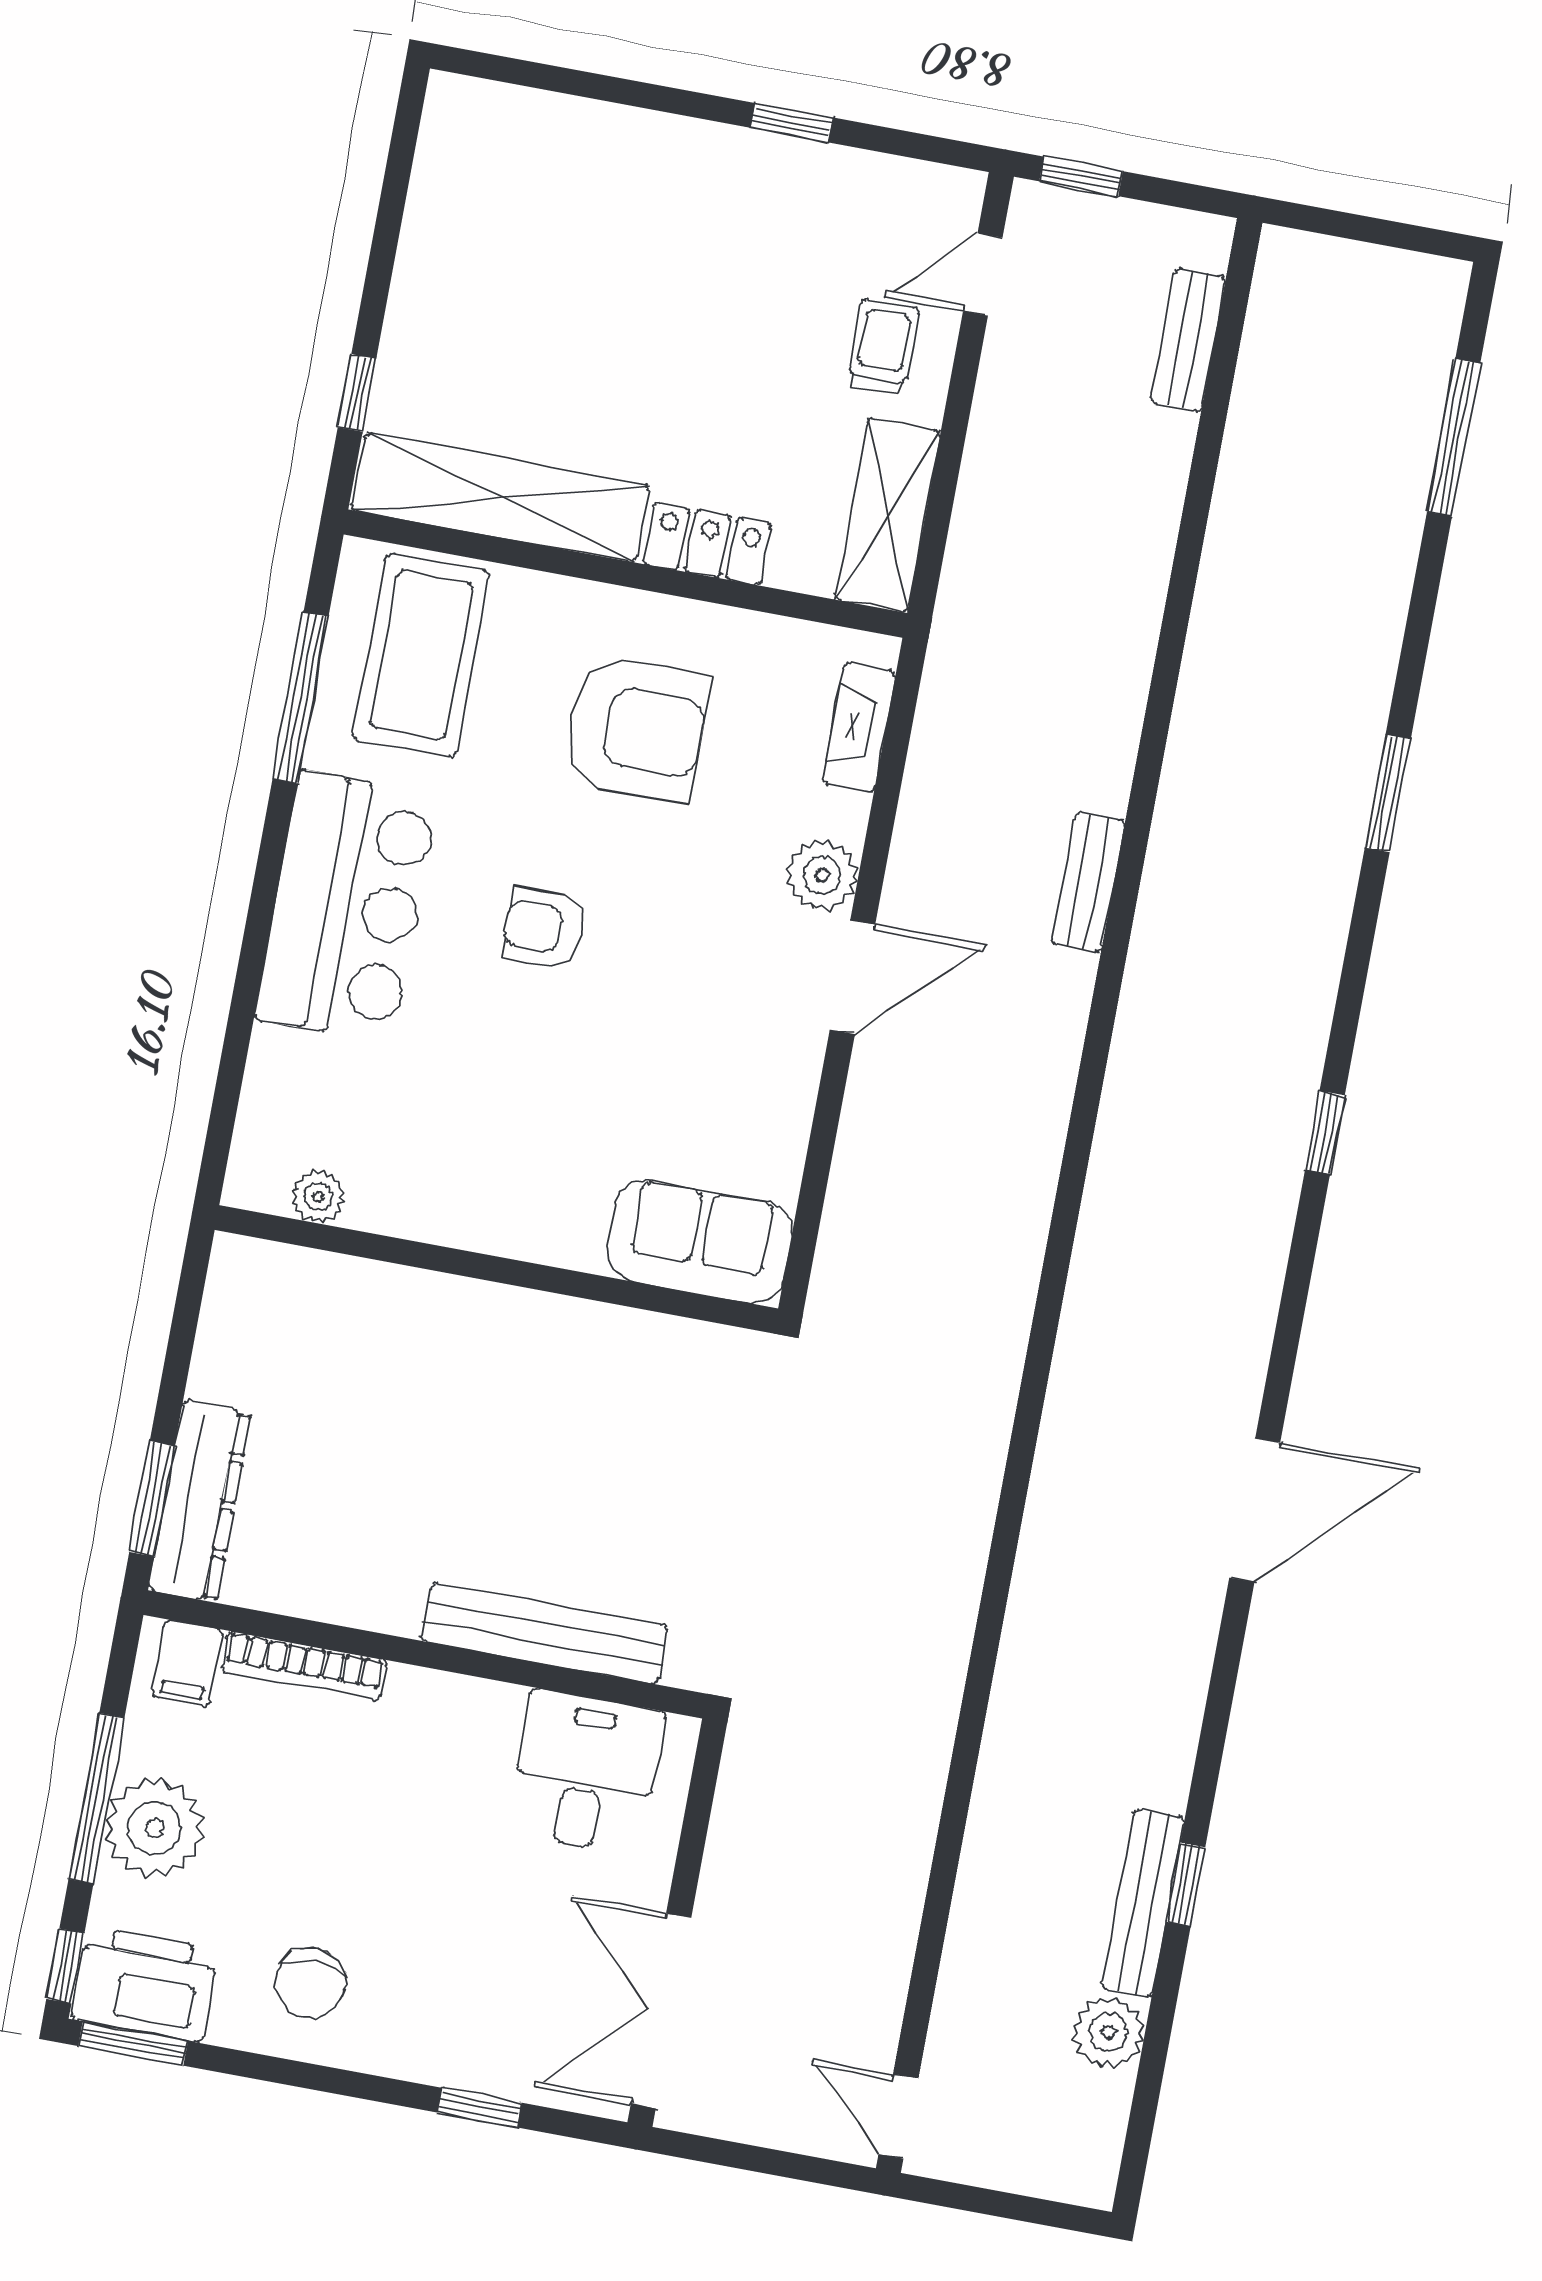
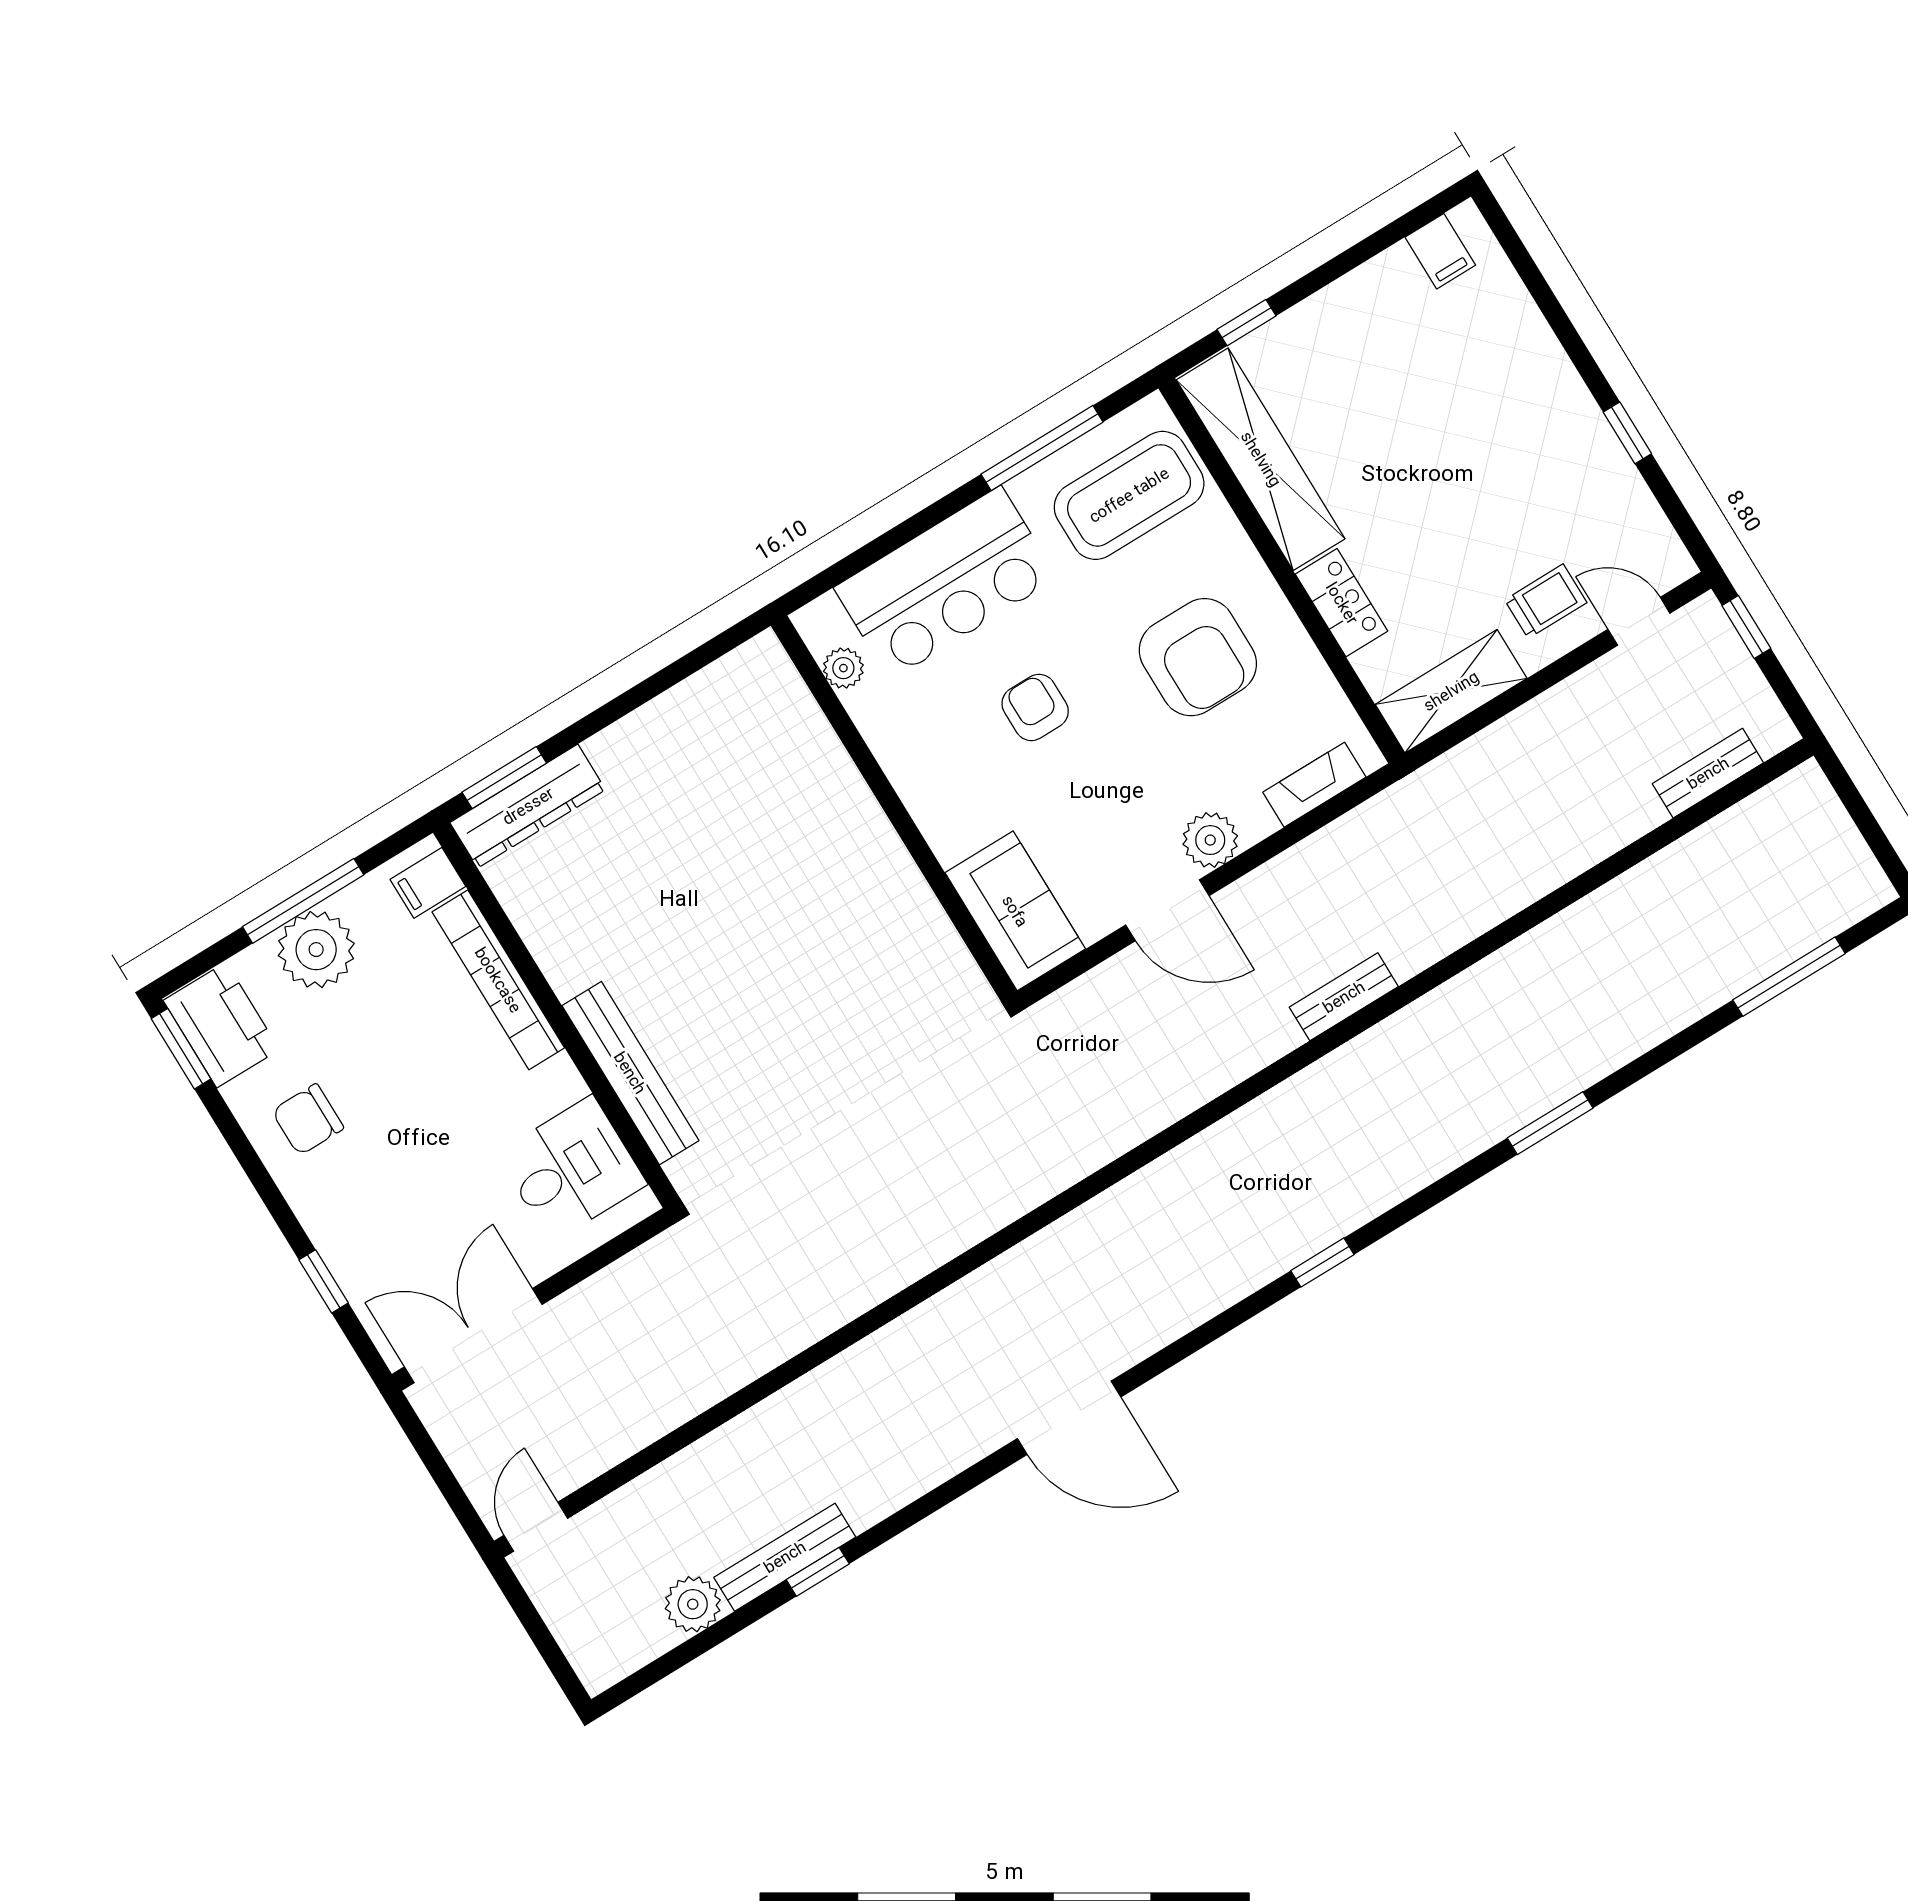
filing cabinet: (456, 145) -> (1440, 251), added
plant: (318, 1197) -> (843, 668), moved
sofa: (700, 1241) -> (1015, 911), moved
wall: (496, 1269) -> (894, 808), moved
bookcase: (304, 1666) -> (498, 980), width x1.48, depth x1.31
window: (65, 1966) -> (191, 970), removed

